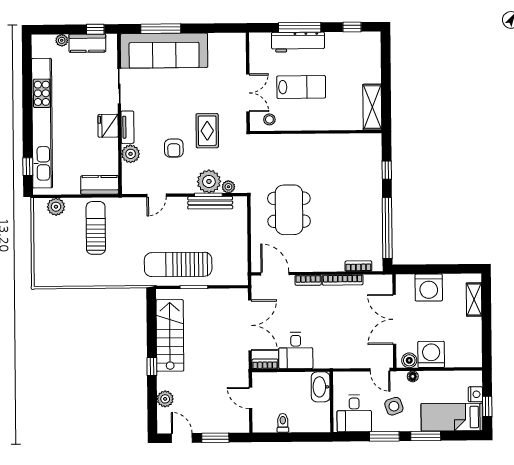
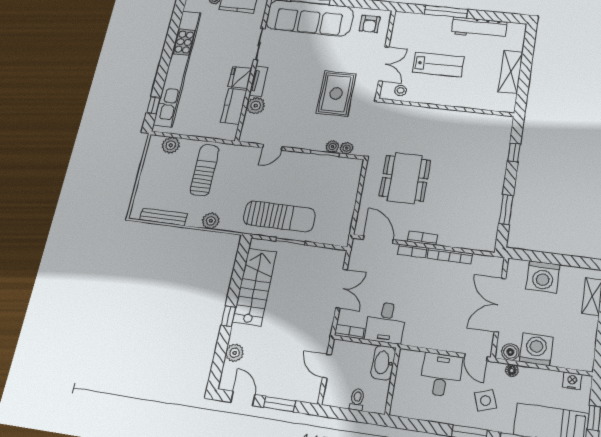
window: (352, 27) -> (498, 17), removed
workbench: (298, 42) -> (479, 28), moved
shelving: (372, 107) -> (511, 72), moved
rug: (207, 131) -> (336, 93), width x1.36, depth x1.43
armchair: (174, 148) -> (370, 24), moved
plant: (209, 181) -> (332, 147), width x0.53, depth x0.53
kitchen counter: (100, 185) -> (234, 106), moved, turned -90
bench: (210, 203) -> (164, 217), moved
window: (387, 228) -> (506, 210), width x0.47
sun lounger: (178, 264) -> (279, 216), turned 180
bookcase: (358, 266) -> (423, 238), moved
plant: (114, 278) -> (211, 221), added
double door: (250, 325) -> (341, 289), width x0.73
washbasin: (321, 387) -> (383, 363), moved
nightstand: (475, 394) -> (572, 381), moved, turned -90
wall: (332, 402) -> (393, 381), moved
desk: (354, 413) -> (441, 375), moved, turned 180

